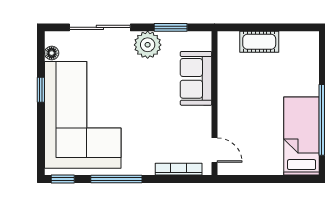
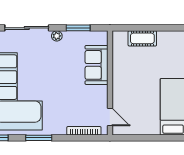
plant: (148, 45) -> (57, 36), width x0.53, depth x0.53
window: (116, 179) -> (39, 138), width x0.69

